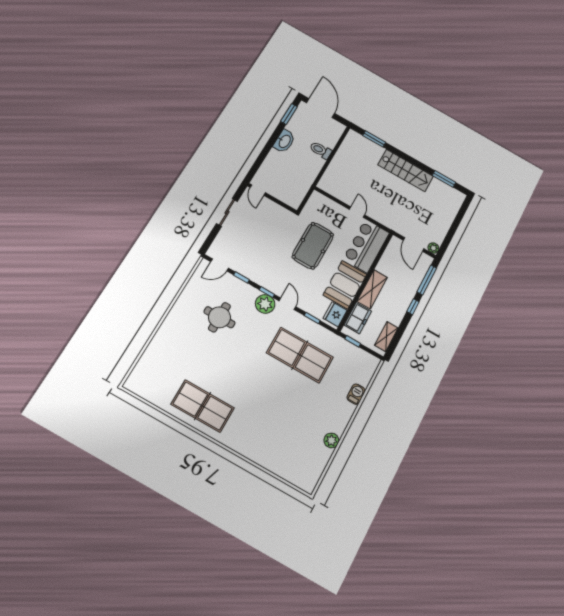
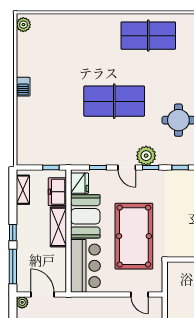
door: (357, 212) -> (140, 294), moved
pool table: (313, 246) -> (134, 236), width x1.36, depth x1.32
table tennis table: (300, 355) -> (114, 101), moved
barbecue: (356, 394) -> (23, 87), moved
plant: (331, 440) -> (23, 25), moved

